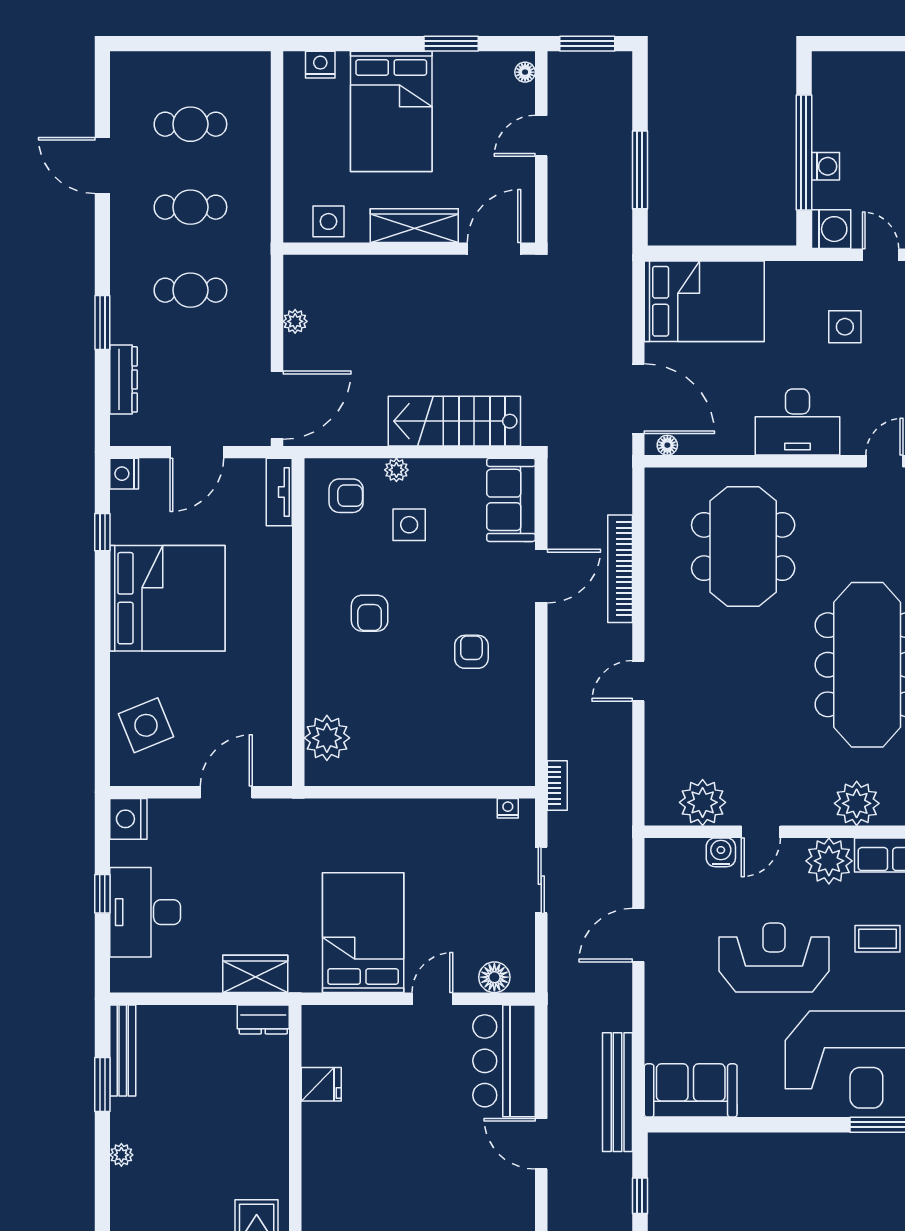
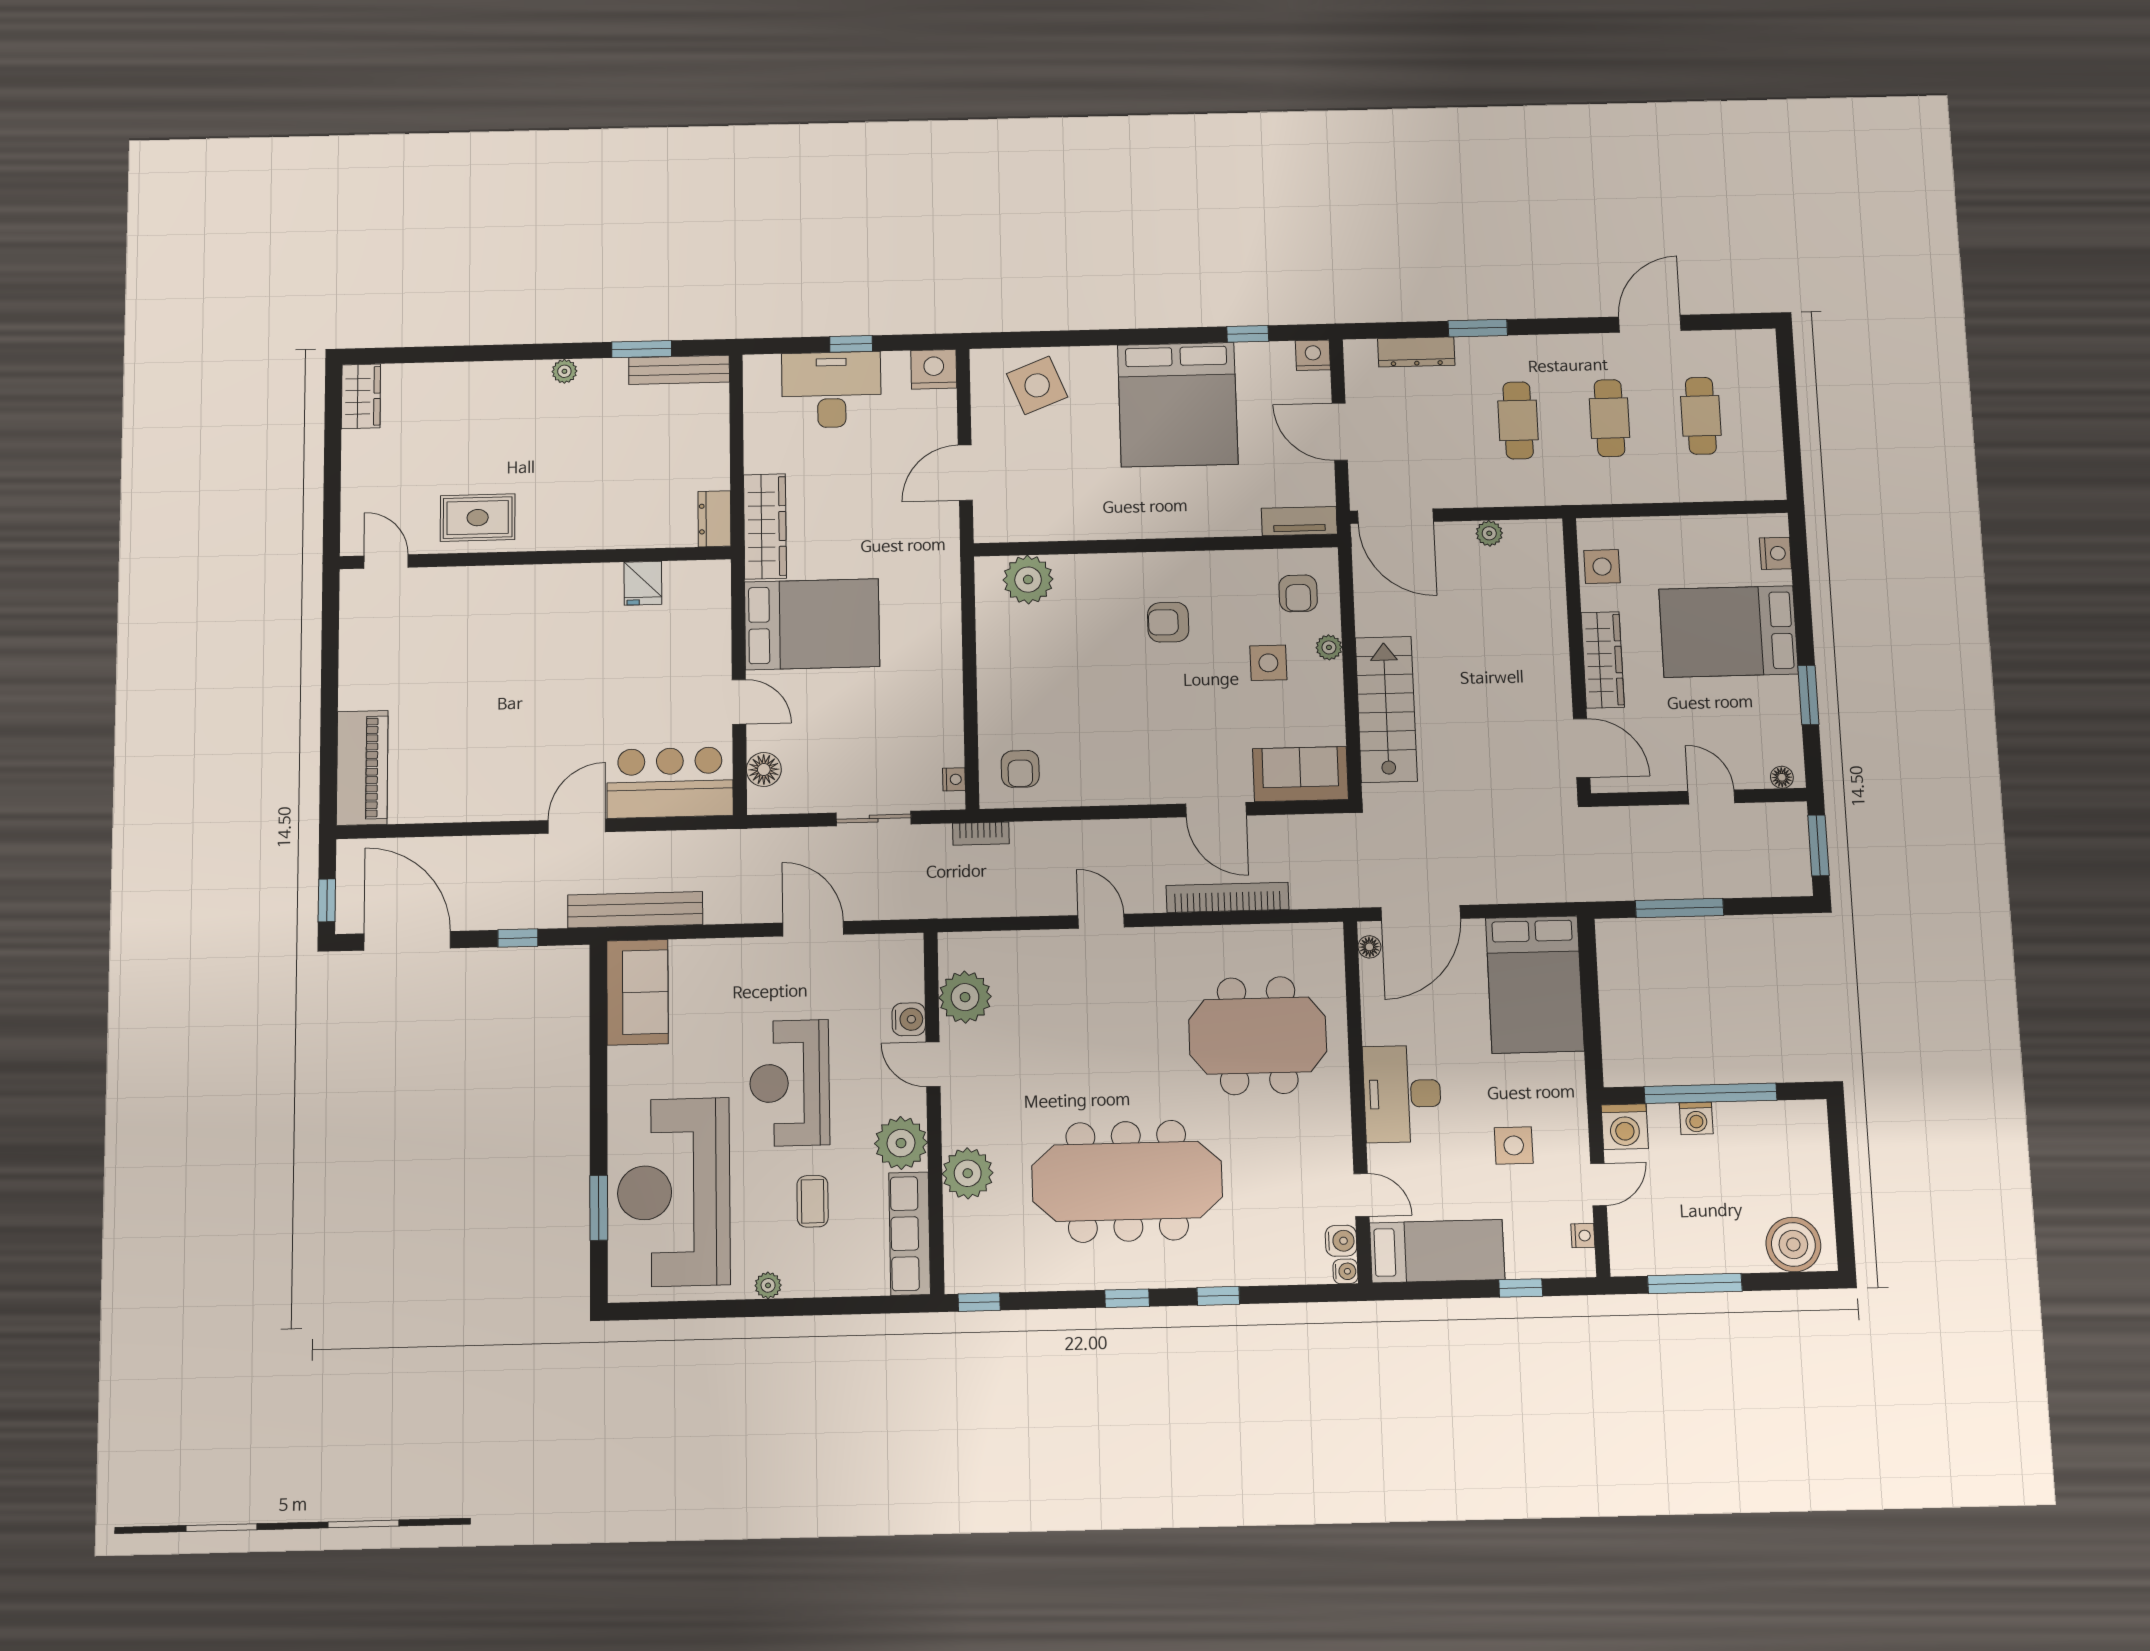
armchair: (471, 652) -> (1020, 769), moved, turned 90
door: (226, 792) -> (965, 473), swing flipped
reception desk: (774, 958) -> (790, 1083), turned 180
wardrobe: (255, 974) -> (765, 526), width x1.50

